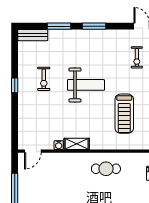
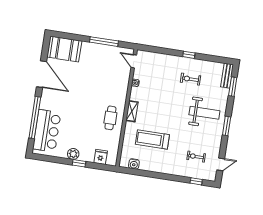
window: (59, 26) -> (233, 87), moved
weight bench: (86, 85) -> (204, 113), moved, turned -90
shelving: (77, 144) -> (132, 111), moved

